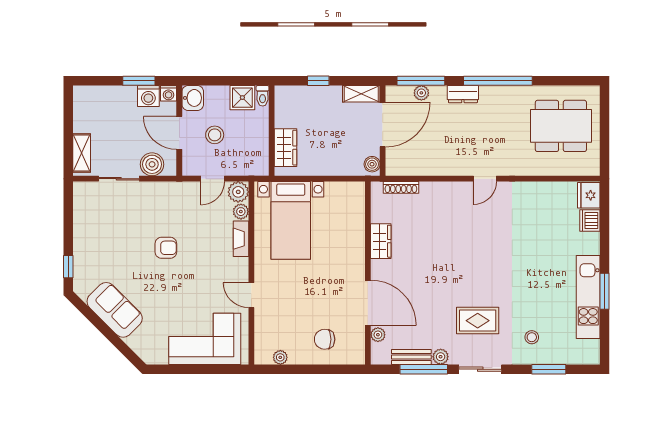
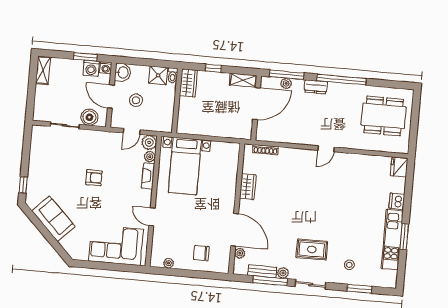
wardrobe: (285, 148) -> (188, 83), moved
shelving: (82, 153) -> (43, 70), moved
boiler: (372, 164) -> (246, 131), removed
dishwasher: (590, 220) -> (397, 201), moved

